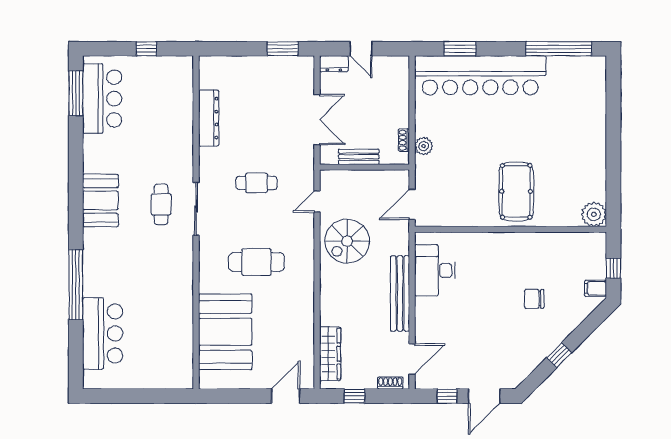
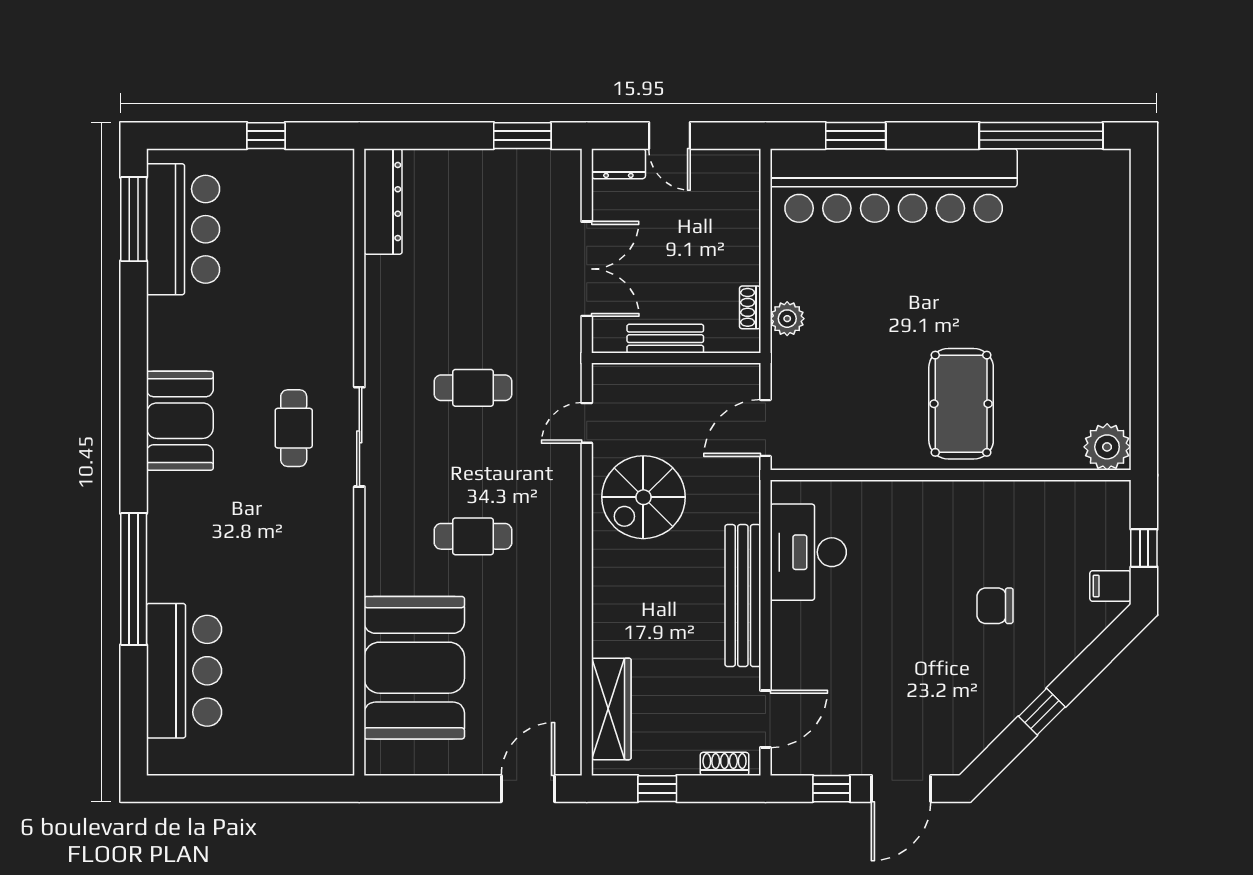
dresser: (209, 118) -> (383, 202), moved
cafe table: (256, 262) -> (473, 536), width x0.73, depth x0.74

